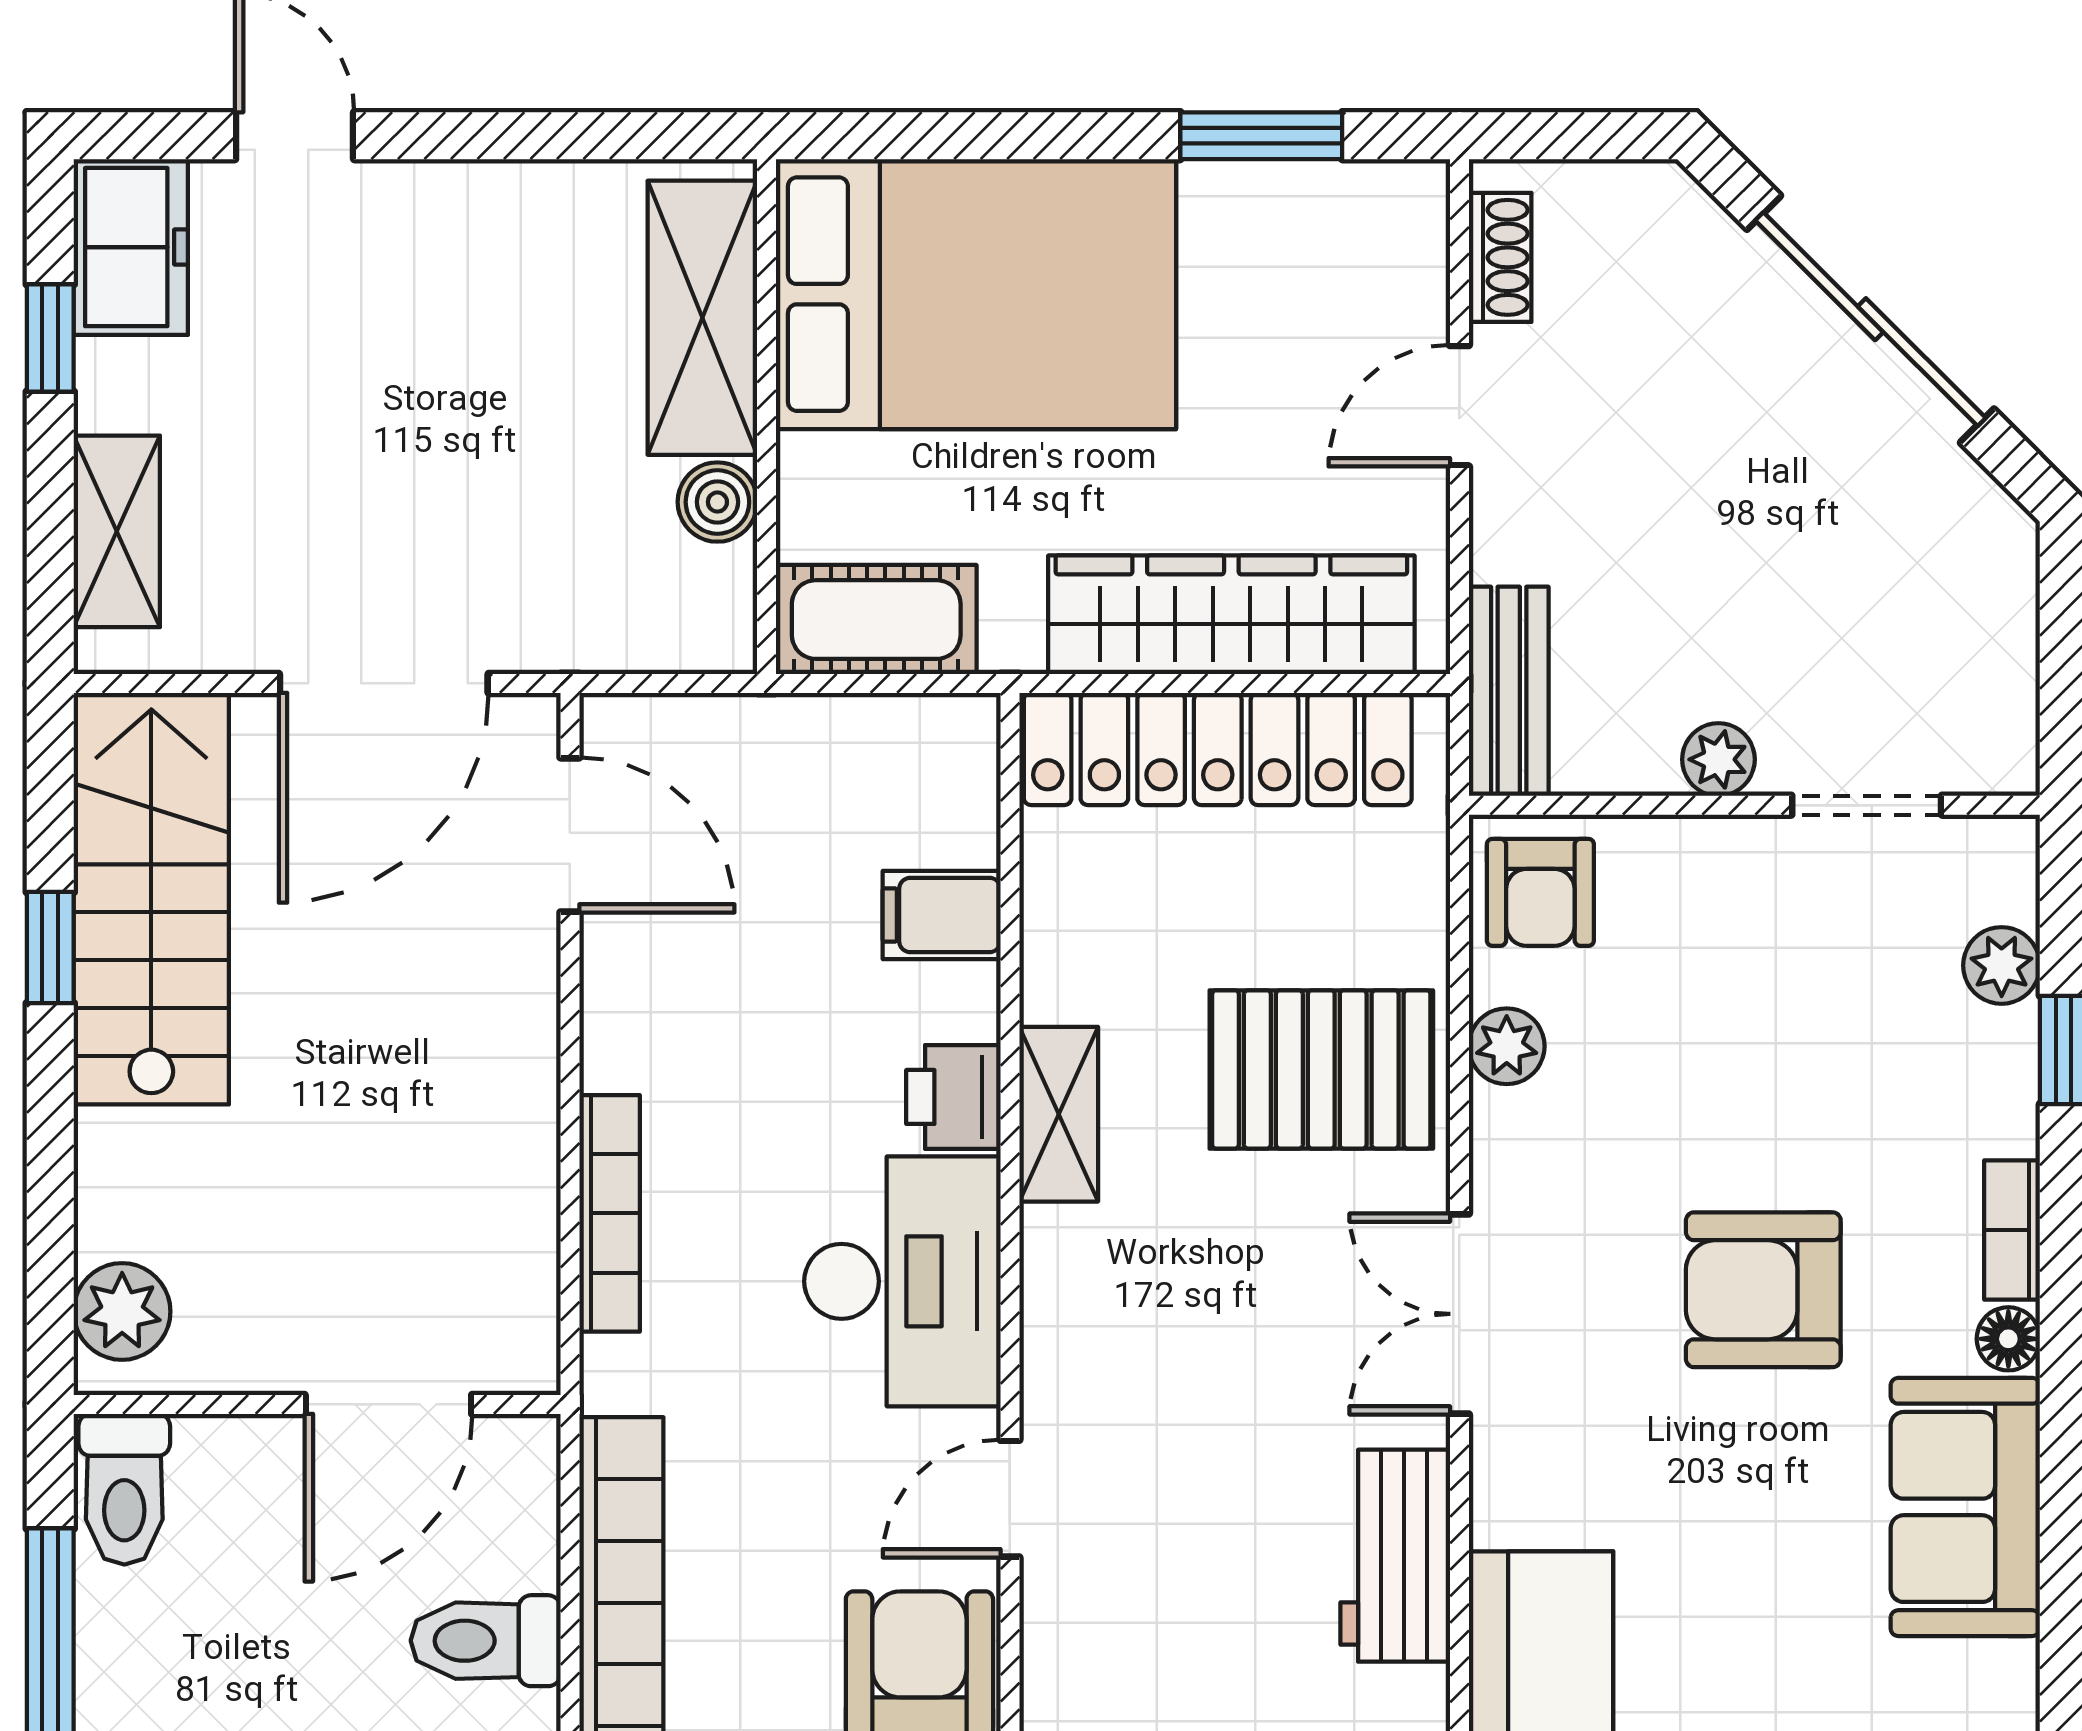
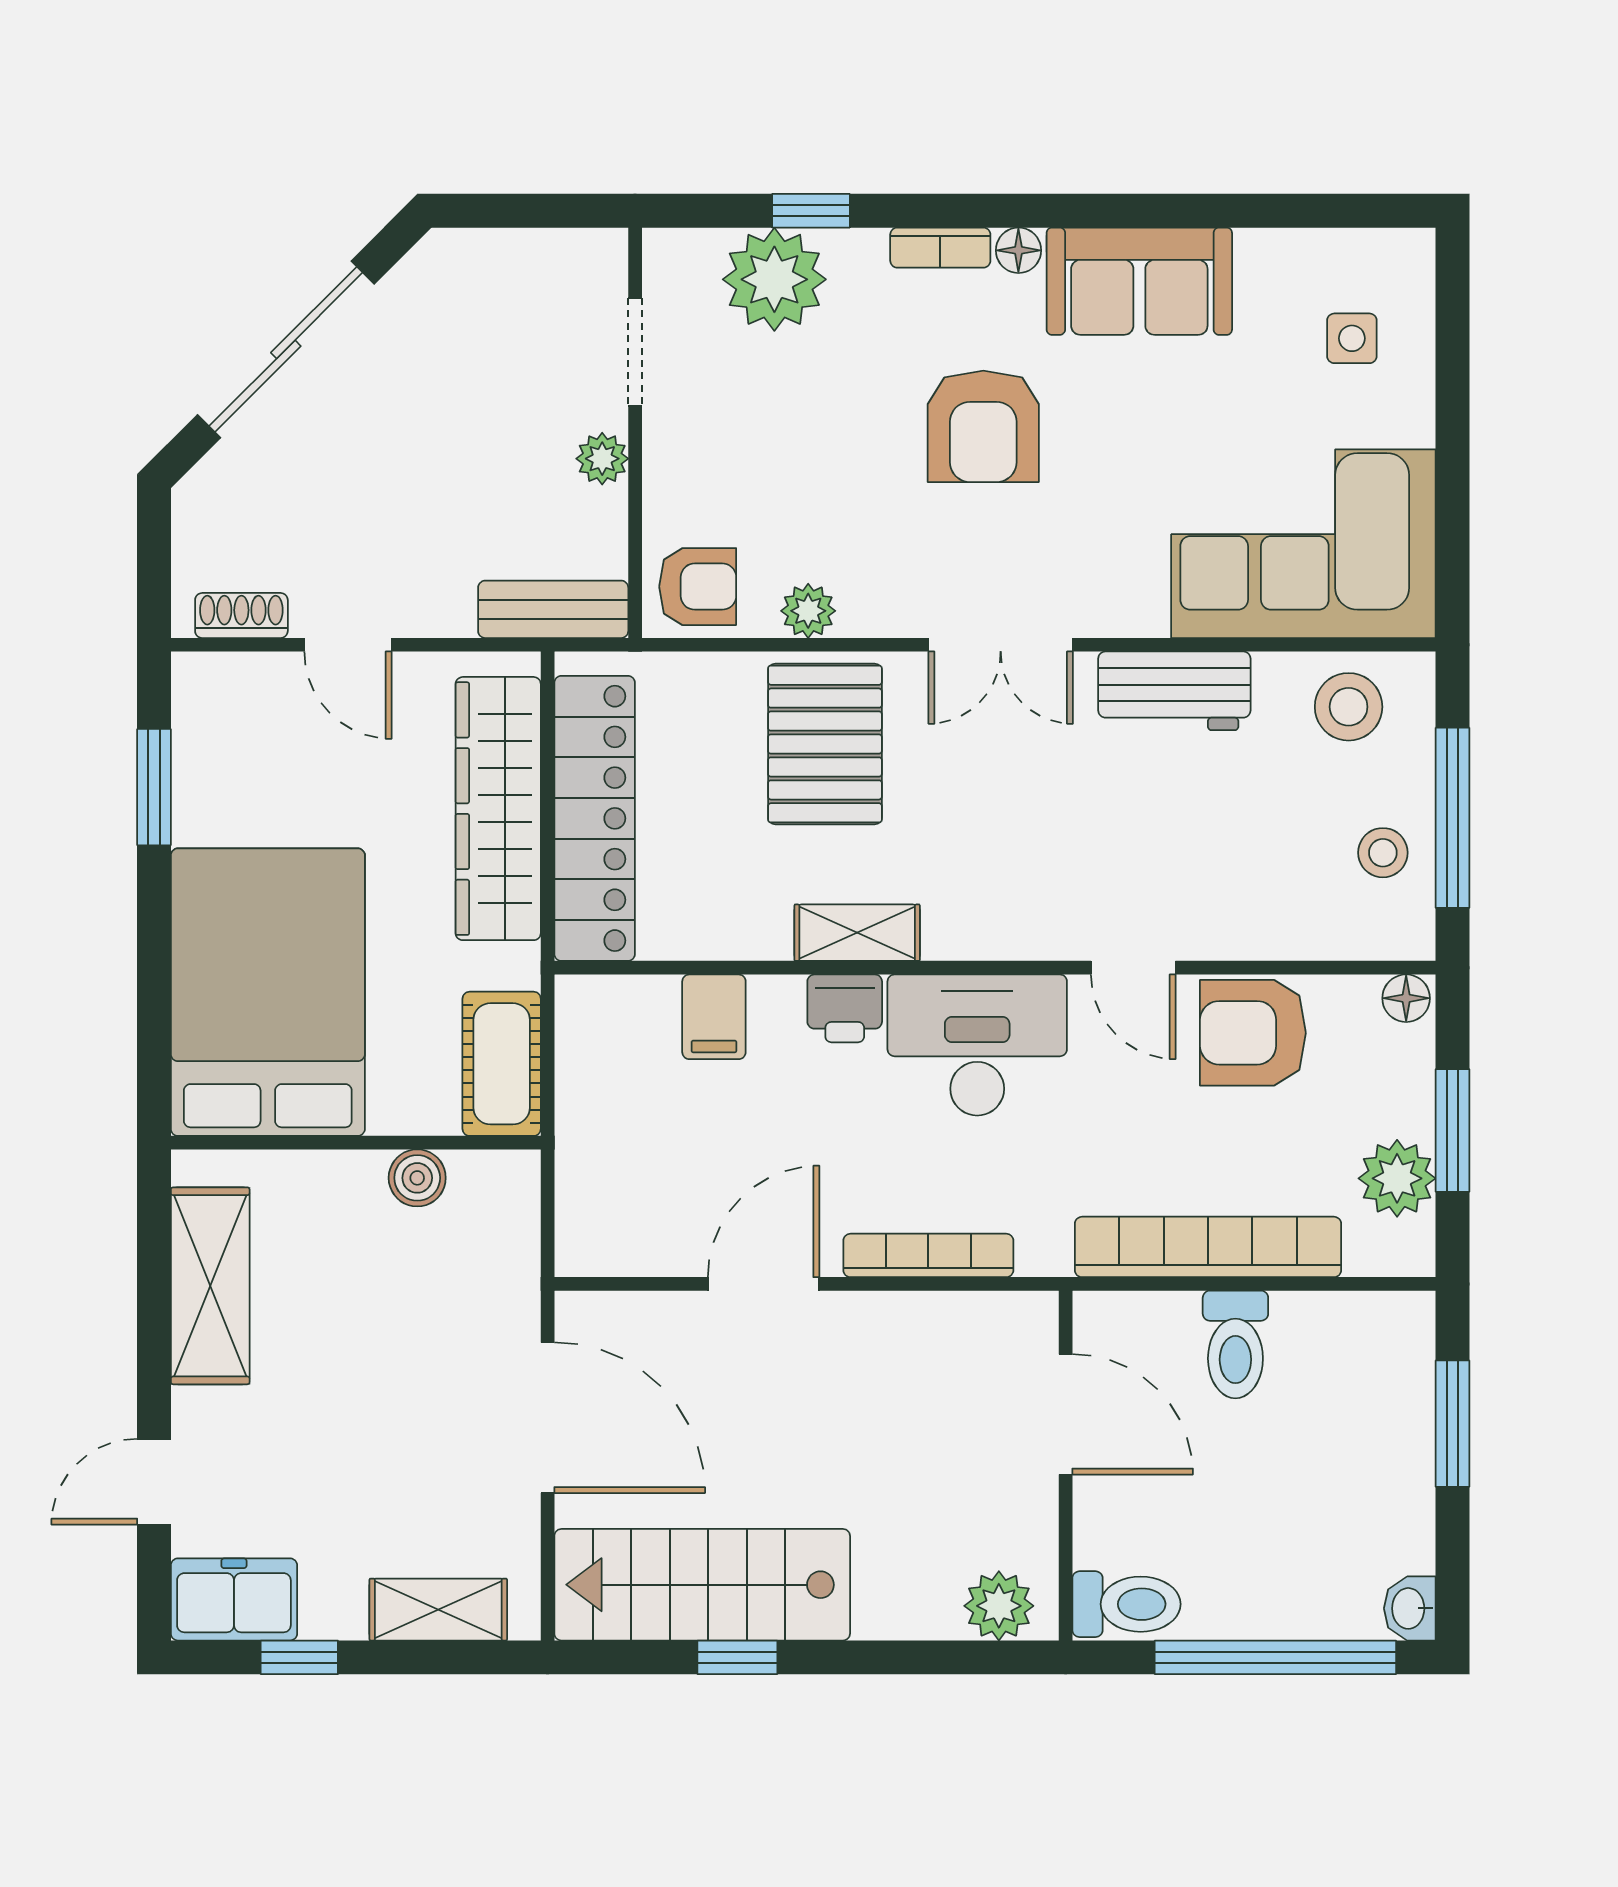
shelving: (702, 318) -> (210, 1286), moved, turned 90
door: (570, 835) -> (764, 1284), moved
plant: (2002, 965) -> (774, 279), width x1.87, depth x1.87

